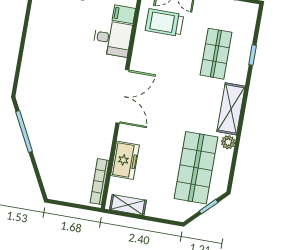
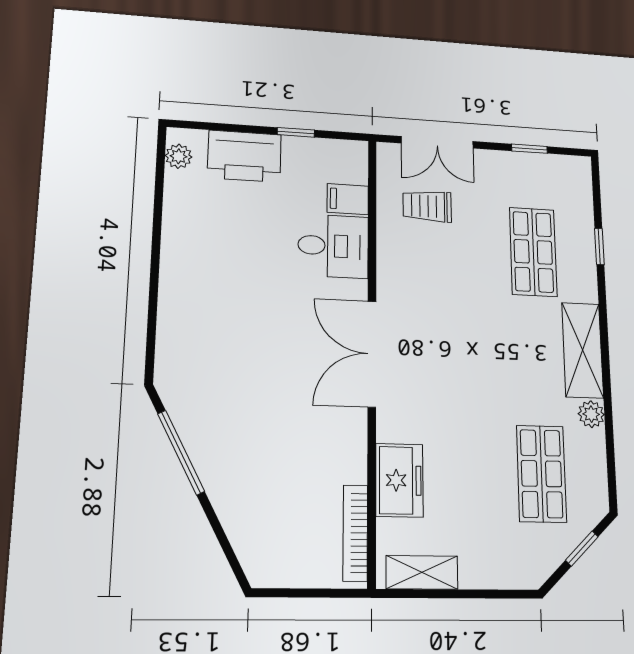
trolley: (164, 23) -> (427, 206), width x0.73, depth x0.72
double door: (122, 96) -> (372, 354), swing flipped
shop shelf: (196, 168) -> (541, 474), width x0.70, depth x0.74

